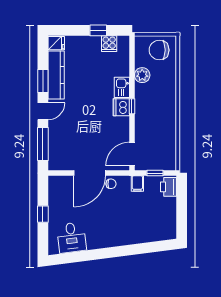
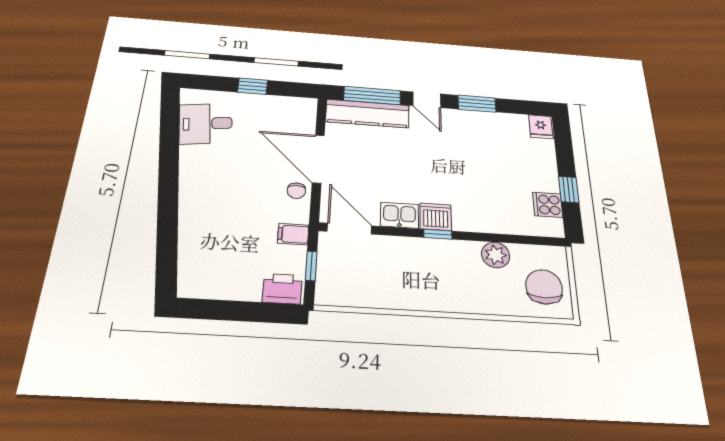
kitchen counter: (56, 75) -> (367, 114), moved
kitchen sink: (122, 87) -> (400, 215), moved

